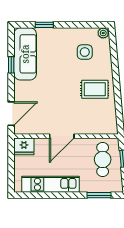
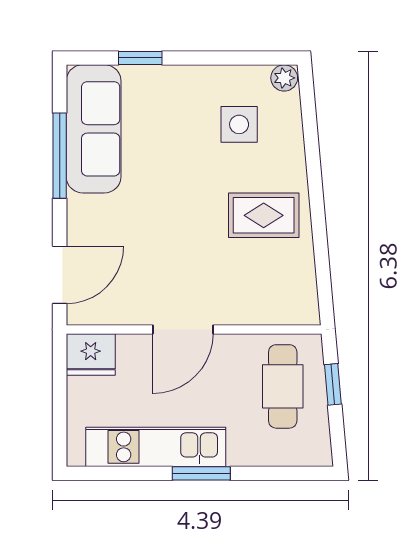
window: (11, 65) -> (60, 156), width x2.17
window: (99, 195) -> (201, 473), moved

